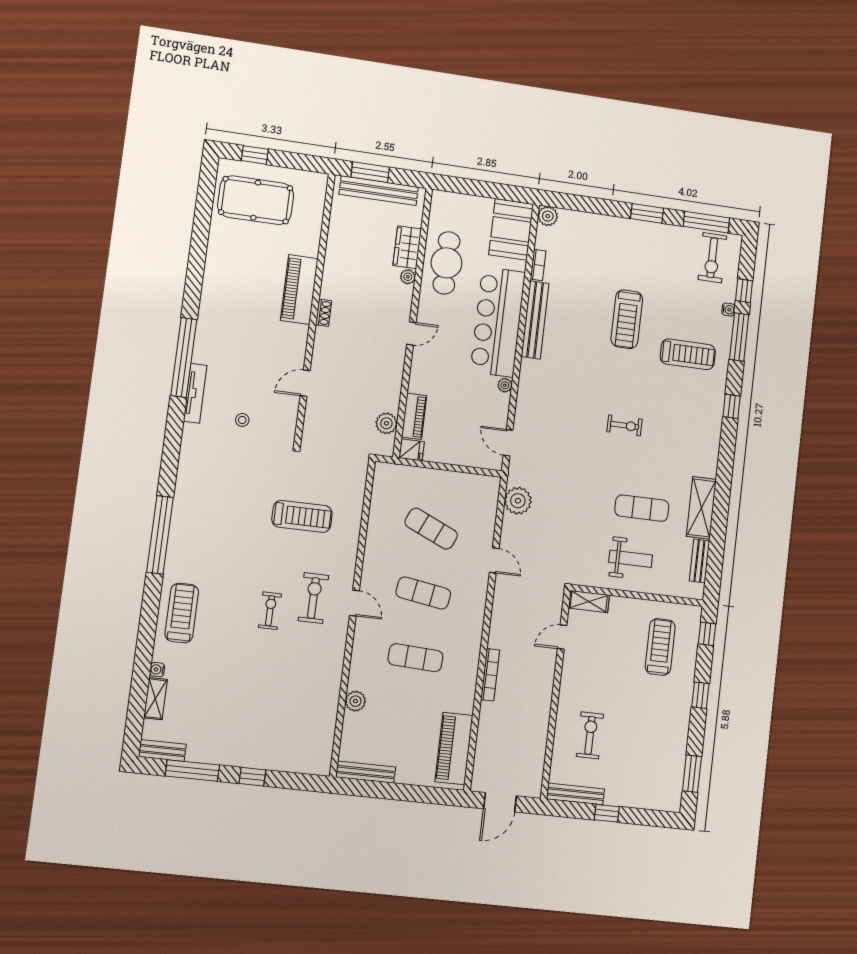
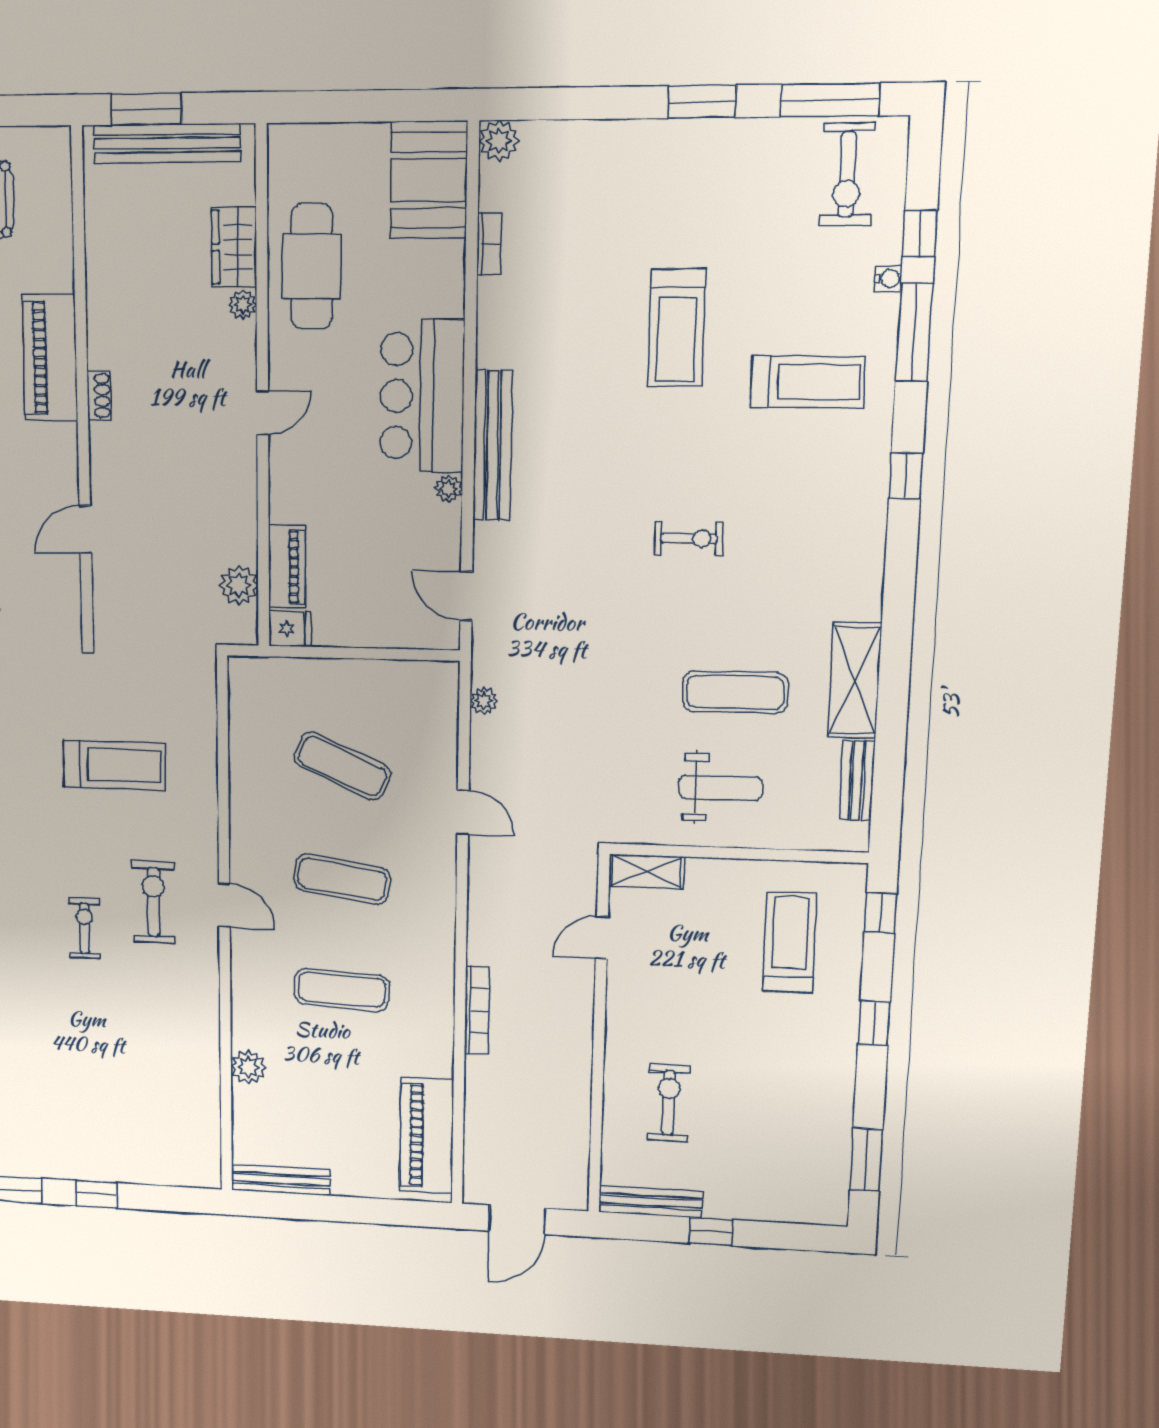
bench: (535, 320) -> (493, 445), moved
bar counter: (498, 322) -> (422, 396), width x0.73
plant: (518, 501) -> (484, 701), width x0.53, depth x0.53

